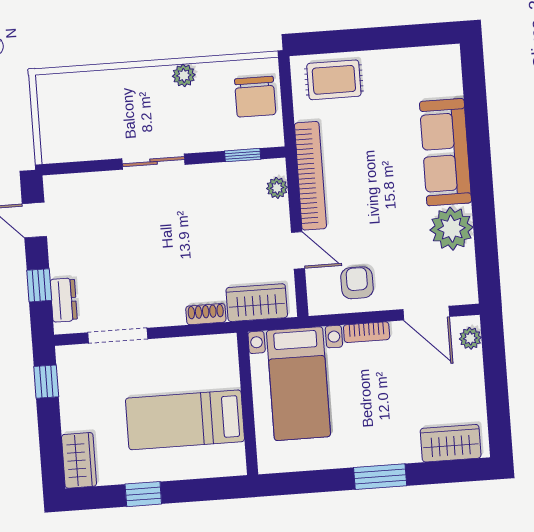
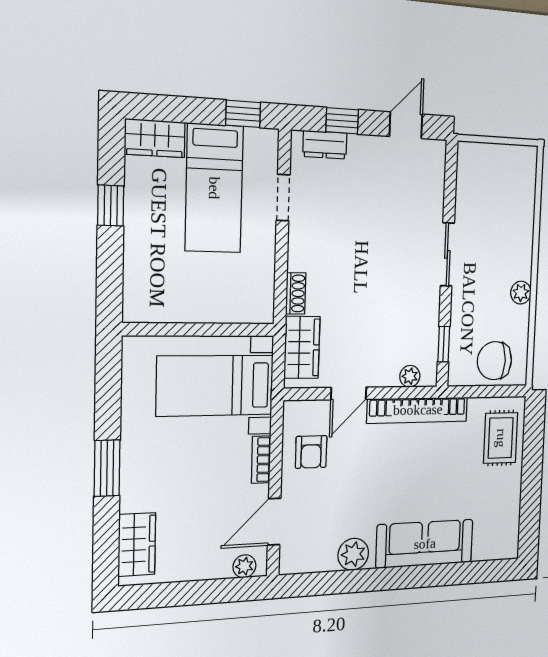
plant: (452, 229) -> (353, 554), width x0.73, depth x0.73
armchair: (357, 283) -> (311, 452), turned 90
doorway: (118, 336) -> (283, 198), width x0.73
bed: (185, 420) -> (214, 188), moved, turned 180

